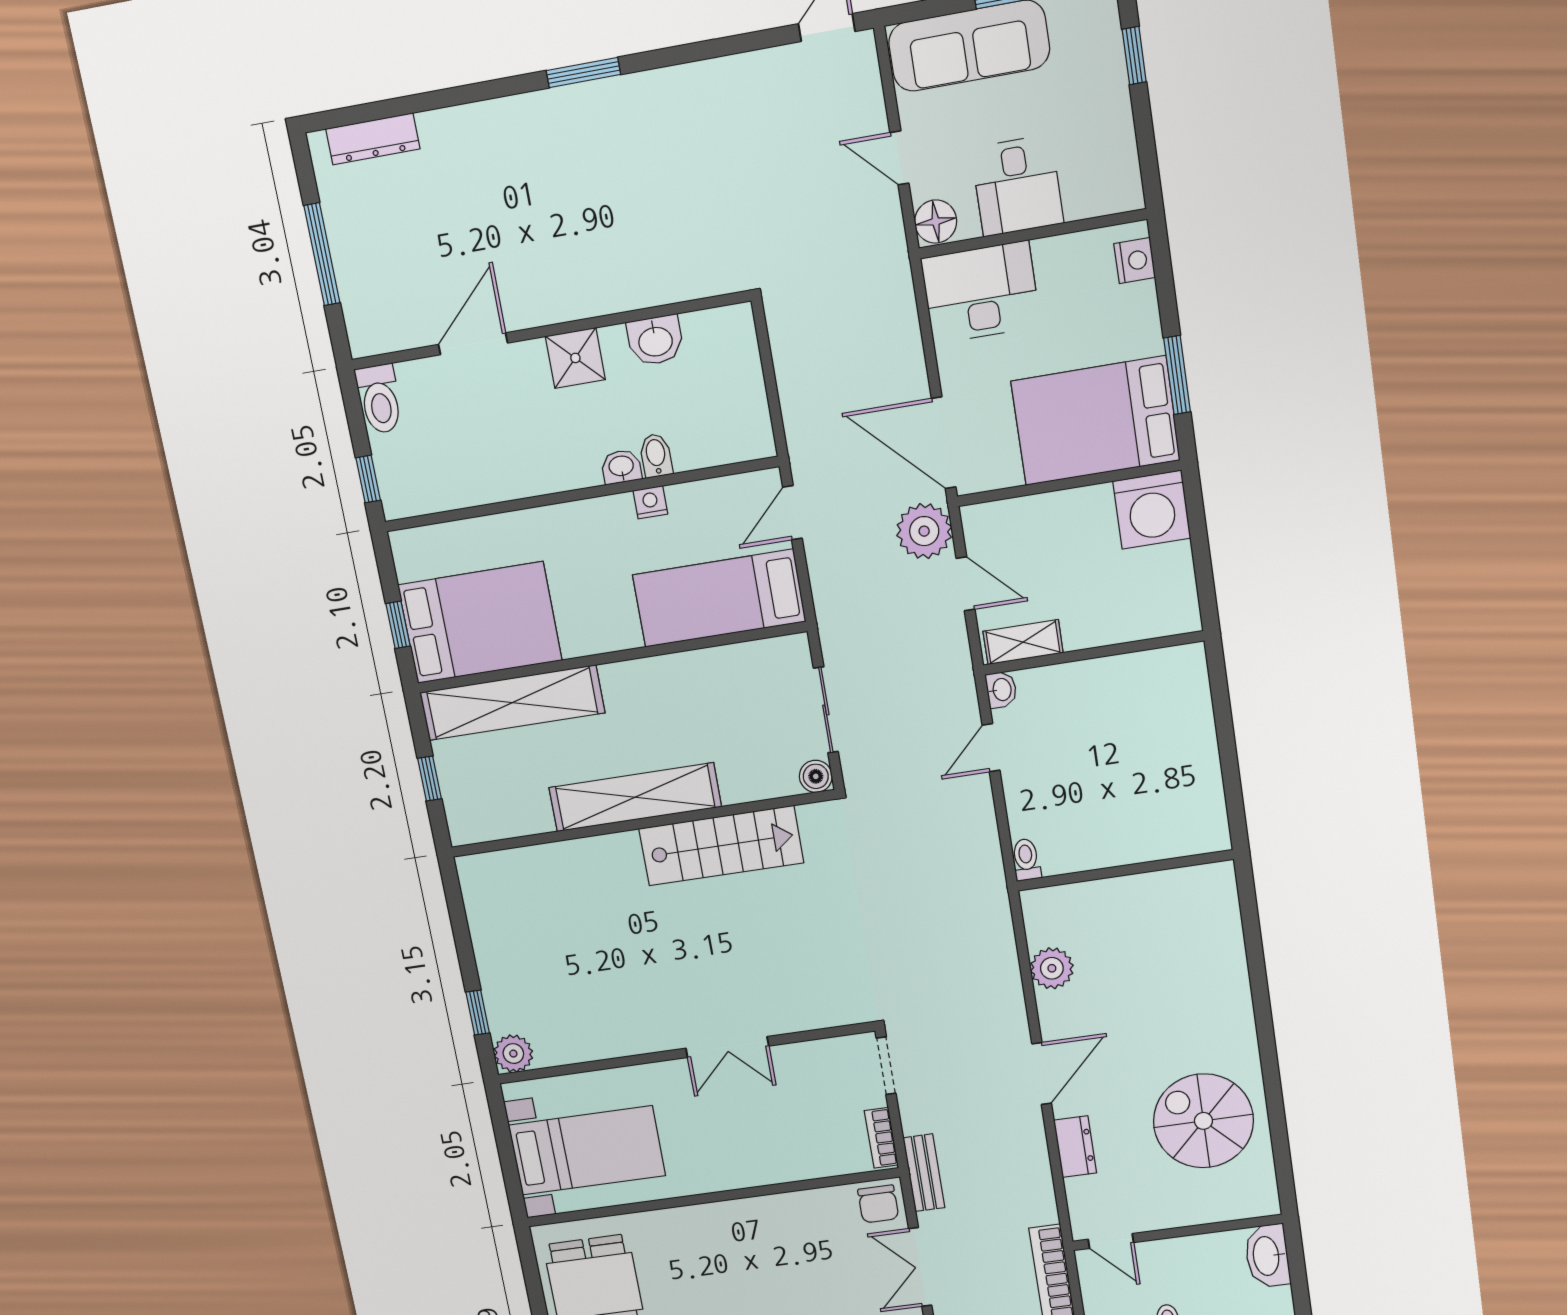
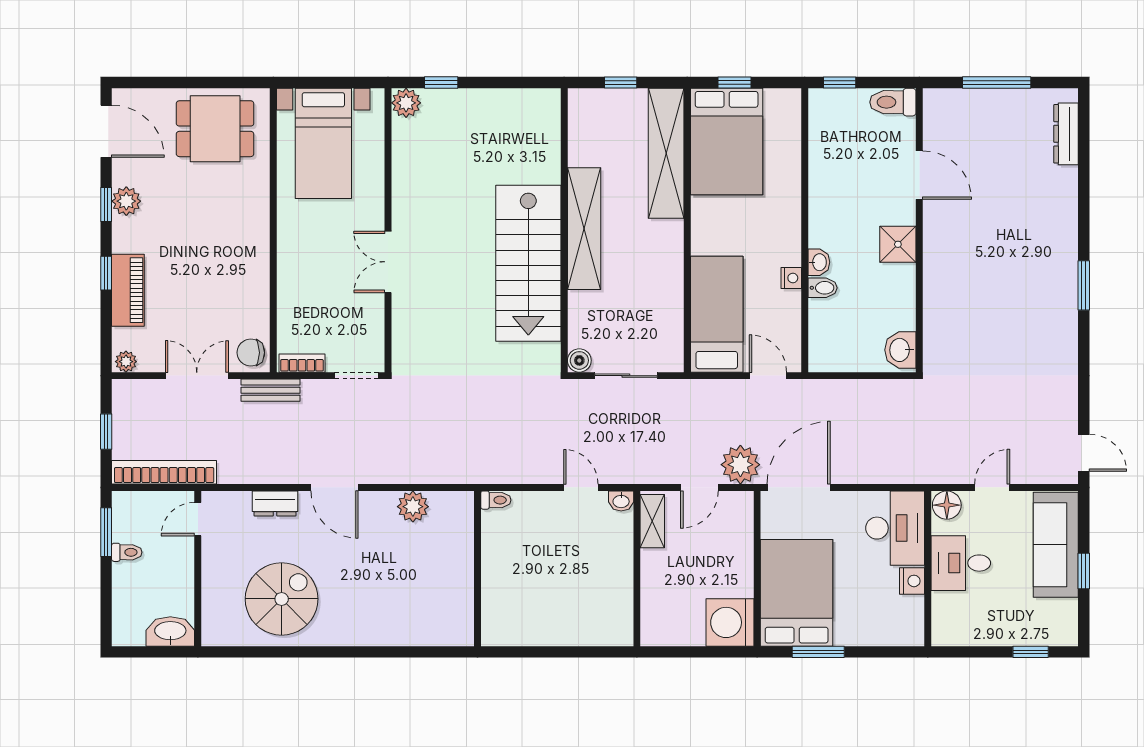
nightstand: (1135, 261) -> (912, 581), moved, turned -90
washbasin: (655, 340) -> (900, 350), moved
stairs: (721, 846) -> (528, 263), width x1.36, depth x1.51

